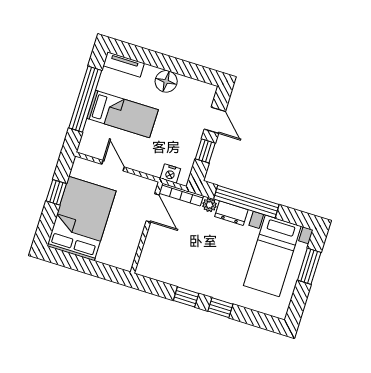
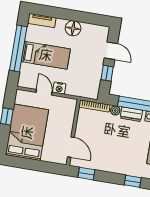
nightstand: (170, 174) -> (59, 88), moved
door: (153, 208) -> (71, 147), moved
window: (186, 297) -> (86, 174), moved

